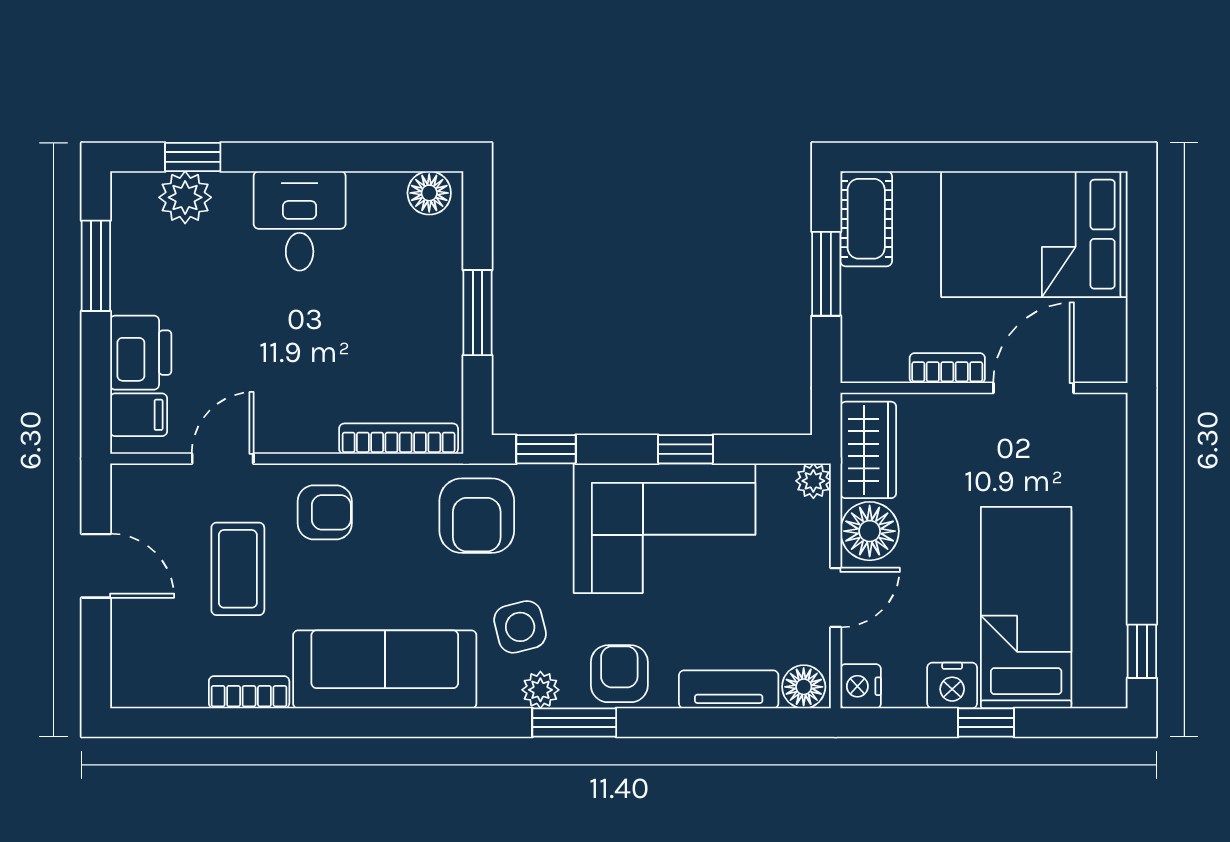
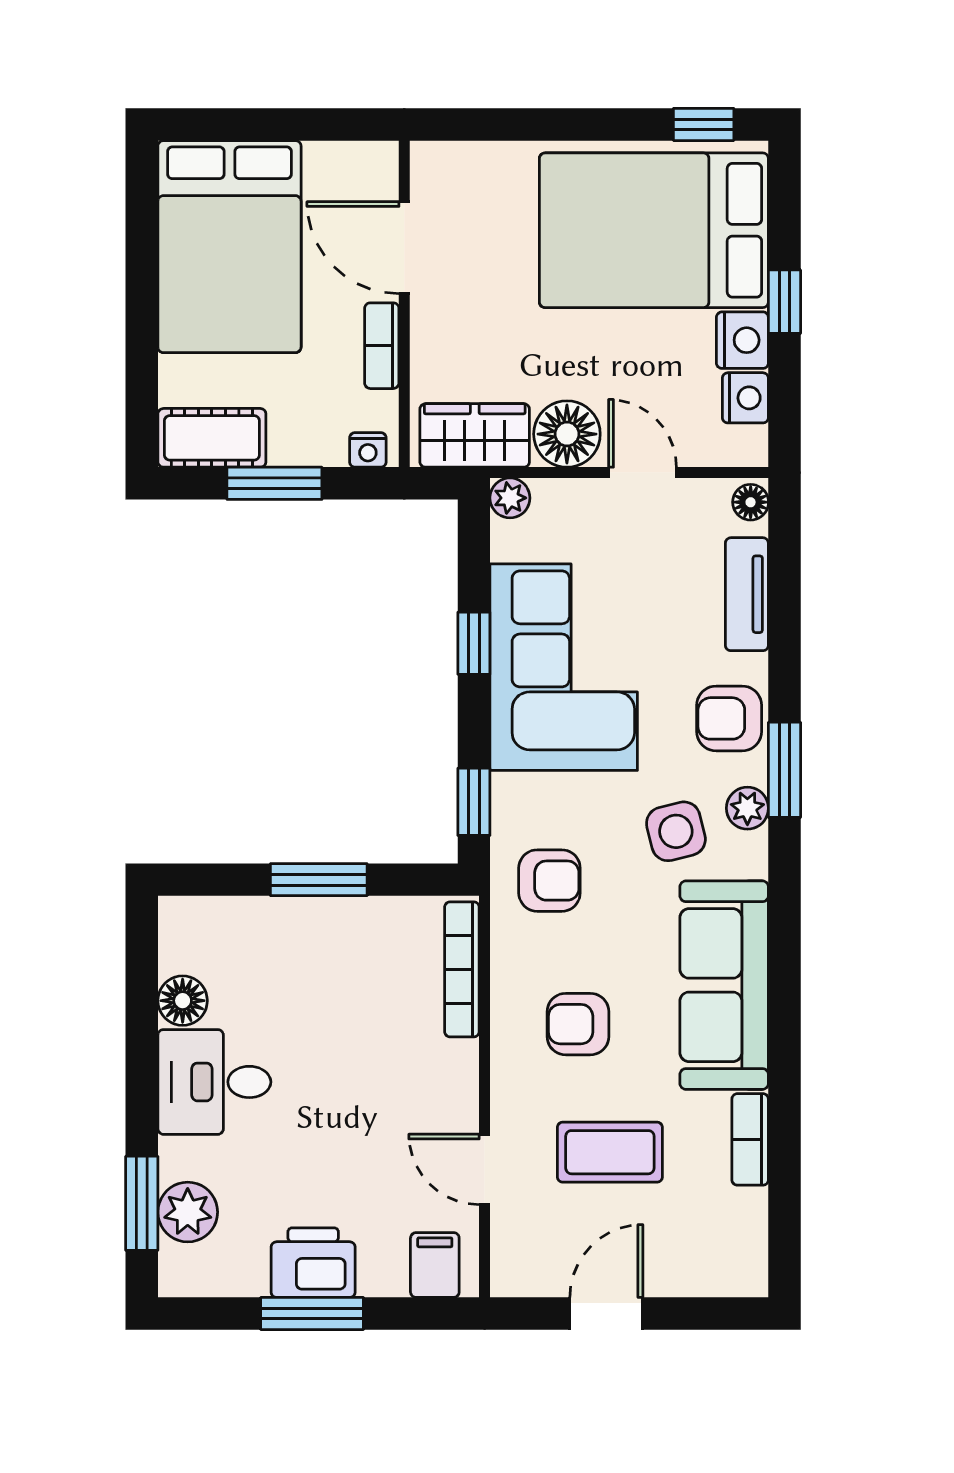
window: (193, 157) -> (142, 1203), width x1.50
floor lamp: (429, 193) -> (183, 1001), moved
window: (96, 266) -> (312, 1314), moved
printer: (141, 353) -> (313, 1263), moved
nightstand: (856, 356) -> (368, 450), added
armchair: (325, 512) -> (578, 1024), moved, turned -90
armchair: (477, 516) -> (549, 881), width x0.72, depth x0.72
bed: (1026, 608) -> (654, 230), width x1.50
nightstand: (861, 686) -> (745, 398), moved, turned -90
floor lamp: (804, 687) -> (751, 502), width x0.73, depth x0.73

